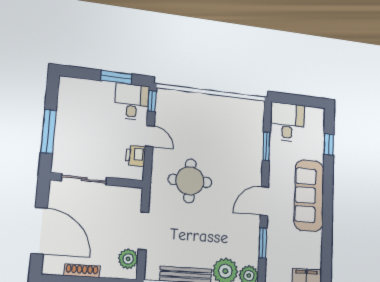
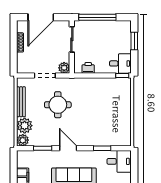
window: (116, 77) -> (134, 41), moved
window: (48, 131) -> (97, 17), width x1.46
door: (150, 136) -> (101, 75), removed
round table: (190, 181) -> (58, 105), moved
plant: (128, 259) -> (64, 68), moved

